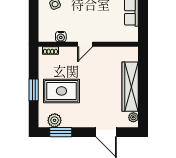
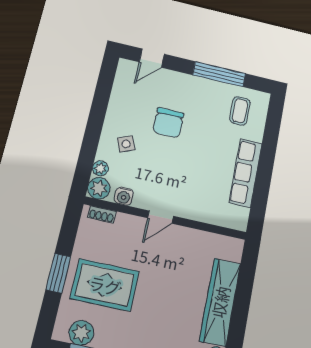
plant: (43, 23) -> (100, 168), added
plant: (45, 35) -> (99, 188), added

